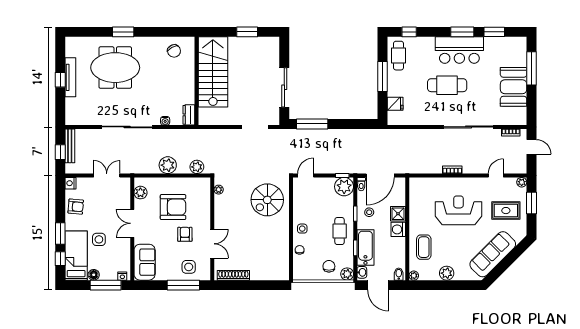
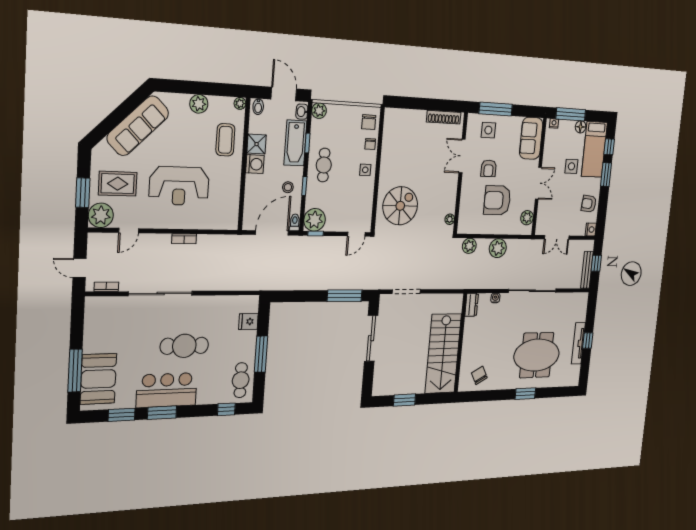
booth: (514, 87) -> (98, 379), moved
plant: (522, 182) -> (101, 215), width x1.88, depth x1.88
shower: (398, 214) -> (257, 144), moved
chair: (329, 266) -> (369, 122), moved

